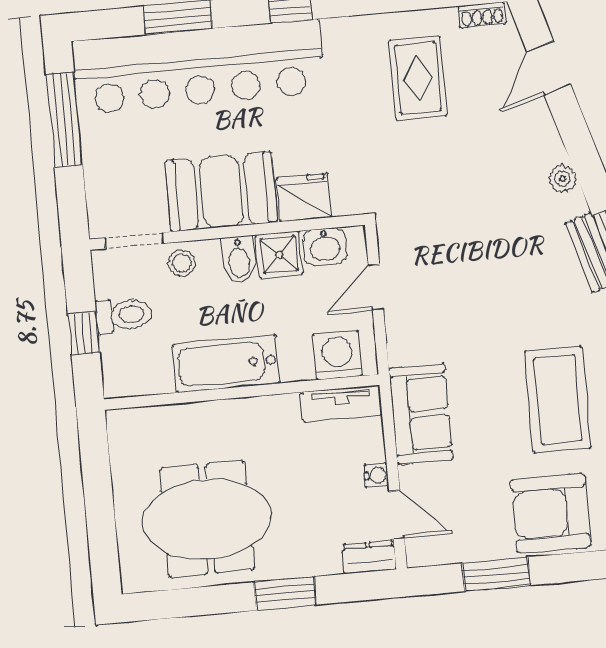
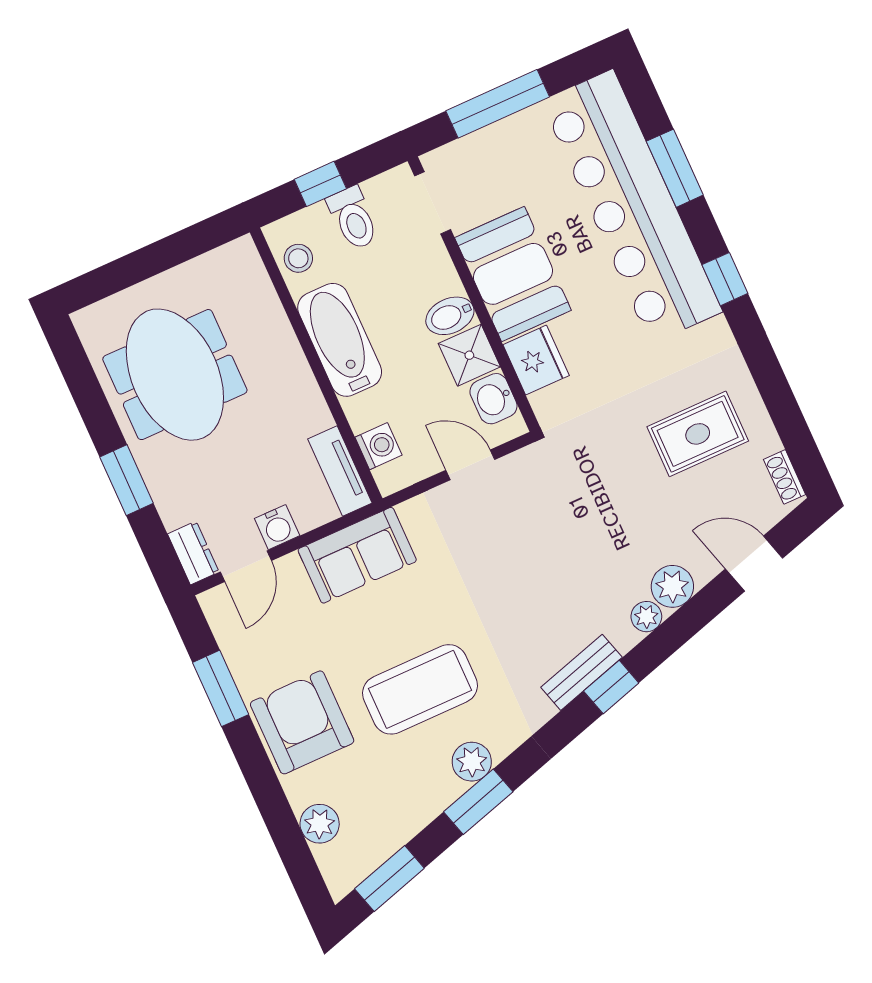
window: (64, 120) -> (498, 104), moved
plant: (544, 147) -> (672, 586), added
stool: (182, 263) -> (298, 258), moved
washing machine: (337, 355) -> (378, 446), width x0.73, depth x0.73
water cooler: (376, 475) -> (277, 527), width x1.38, depth x1.38

